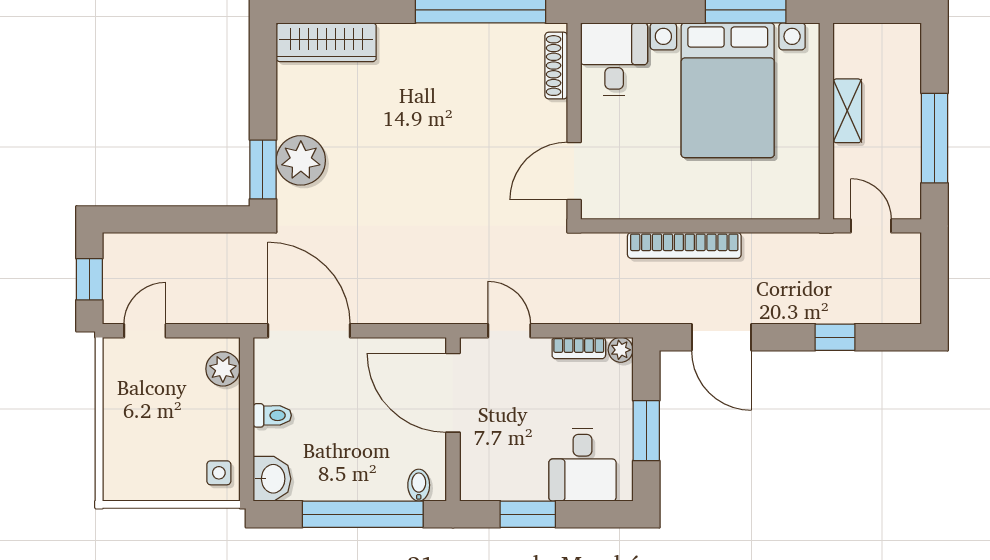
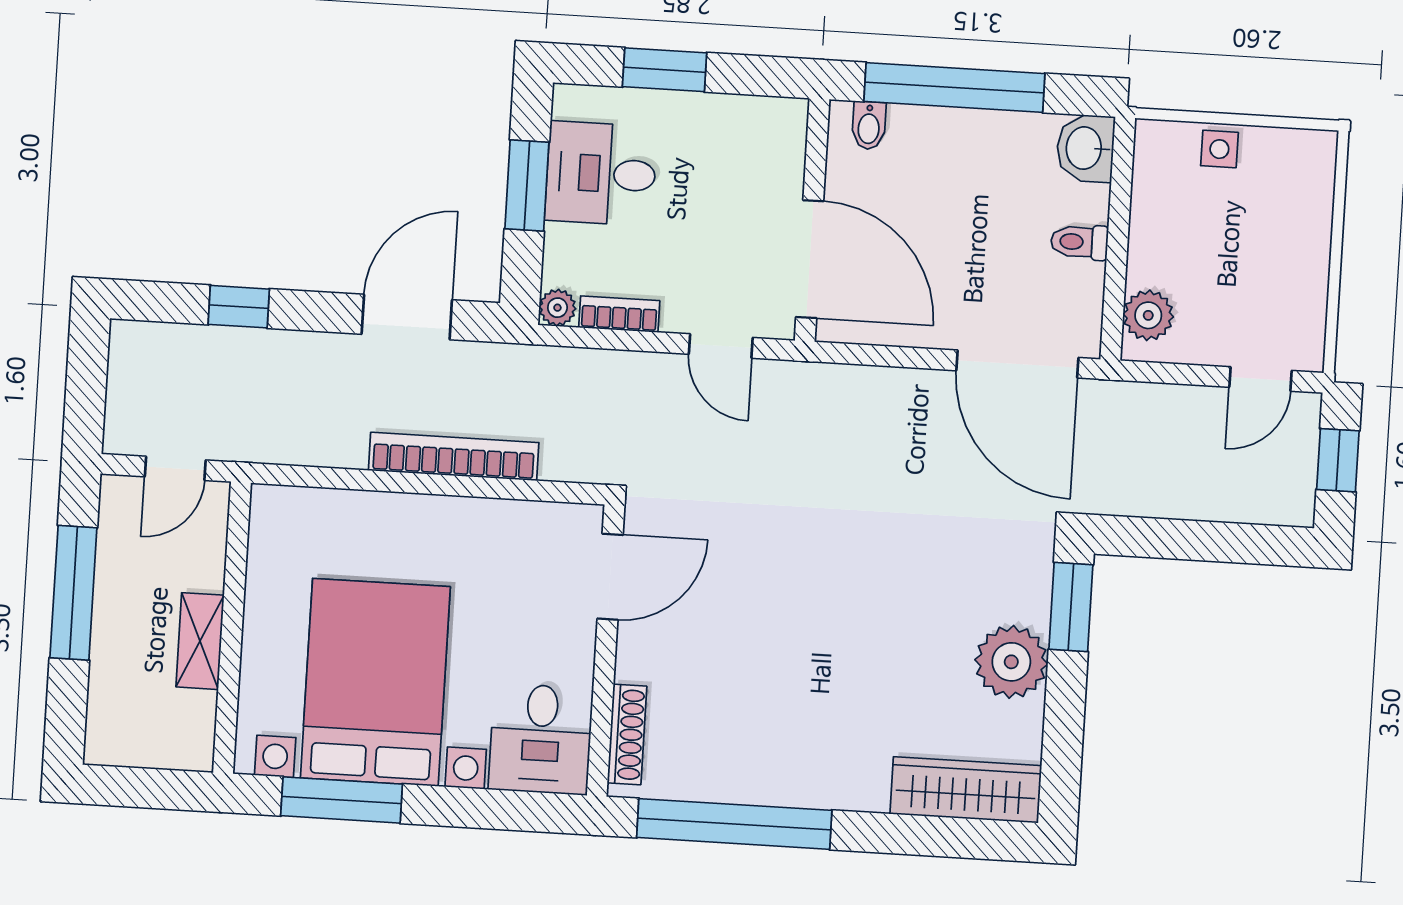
plant: (301, 160) -> (1011, 662), moved
door: (871, 226) -> (175, 468), hinge flipped
door: (722, 337) -> (407, 317), hinge flipped
desk: (582, 465) -> (601, 174), moved, turned -90
side table: (219, 473) -> (1219, 149), moved
window: (528, 514) -> (665, 70), moved

